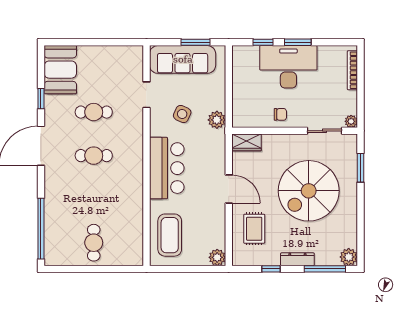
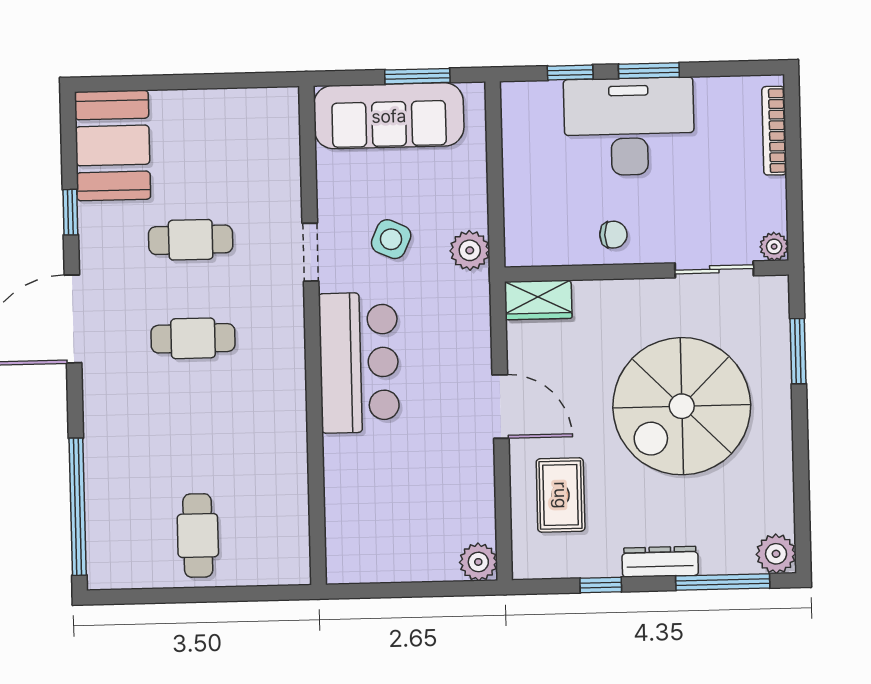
doorway: (146, 95) -> (310, 252), moved
coffee table: (170, 235) -> (369, 514), removed

